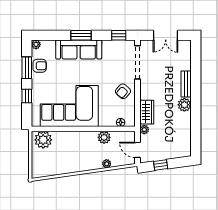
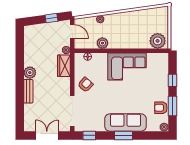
corner sofa: (69, 106) -> (127, 67), width x0.73, depth x0.74

